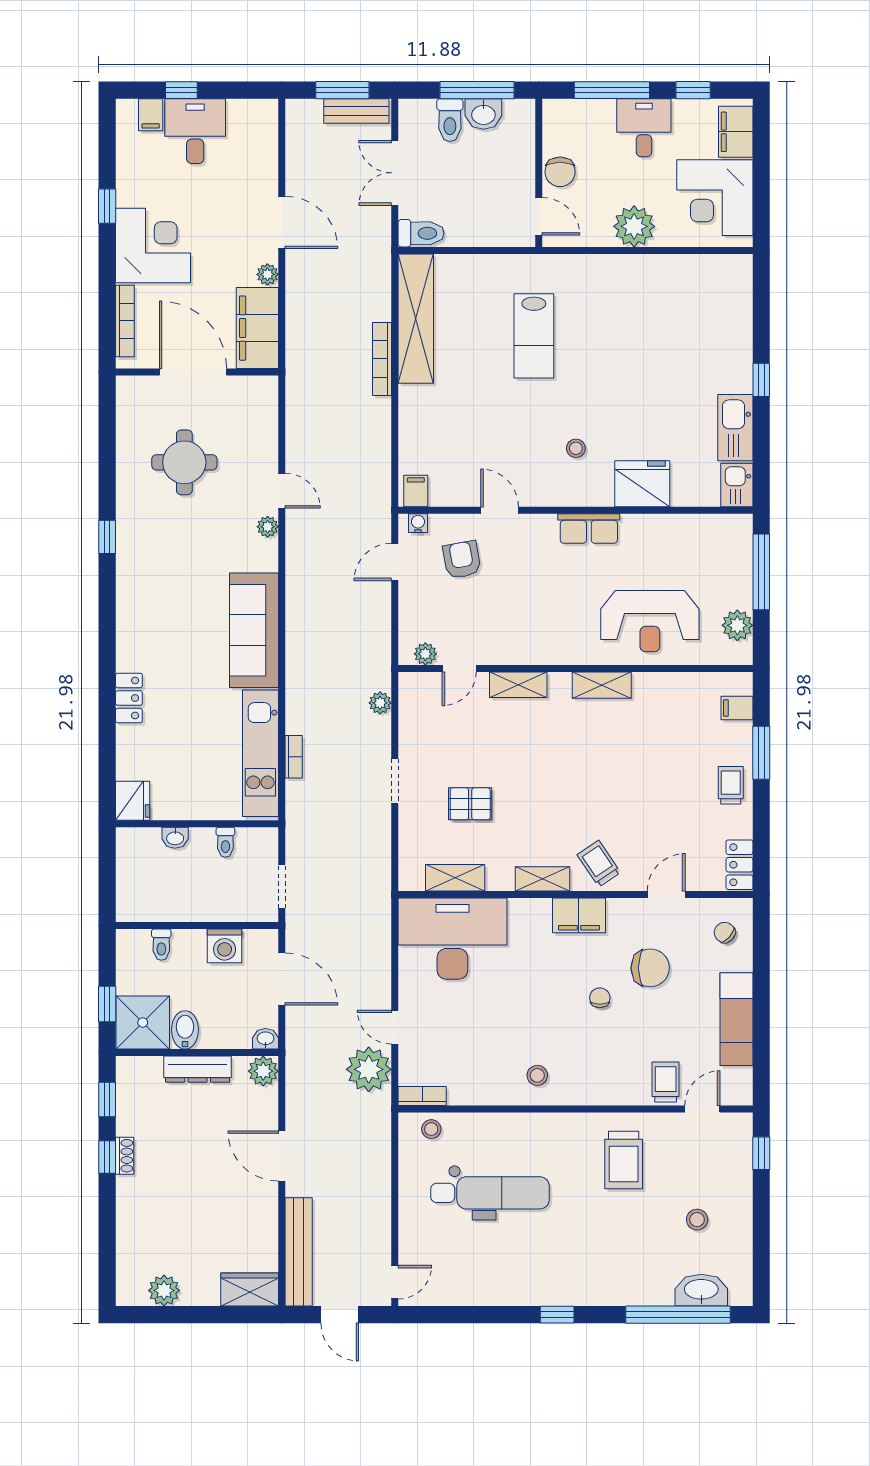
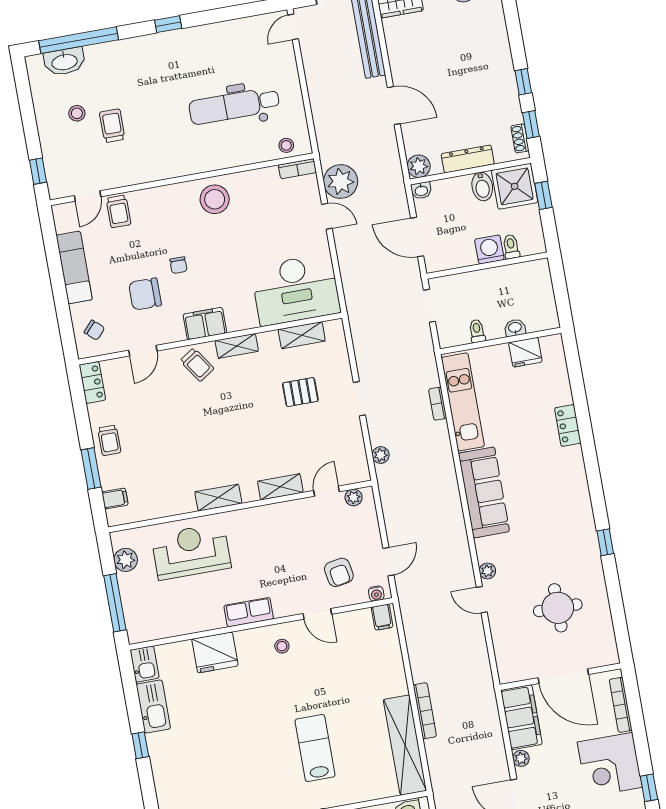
stool: (576, 448) -> (282, 646), moved
fridge: (133, 801) -> (525, 352), moved, turned -90
washing machine: (225, 946) -> (489, 249), moved
stool: (537, 1075) -> (215, 199), width x1.89, depth x1.89
shoe rack: (125, 1156) -> (520, 138), moved
trolley: (624, 1160) -> (112, 126), moved, width x0.73, depth x0.72

